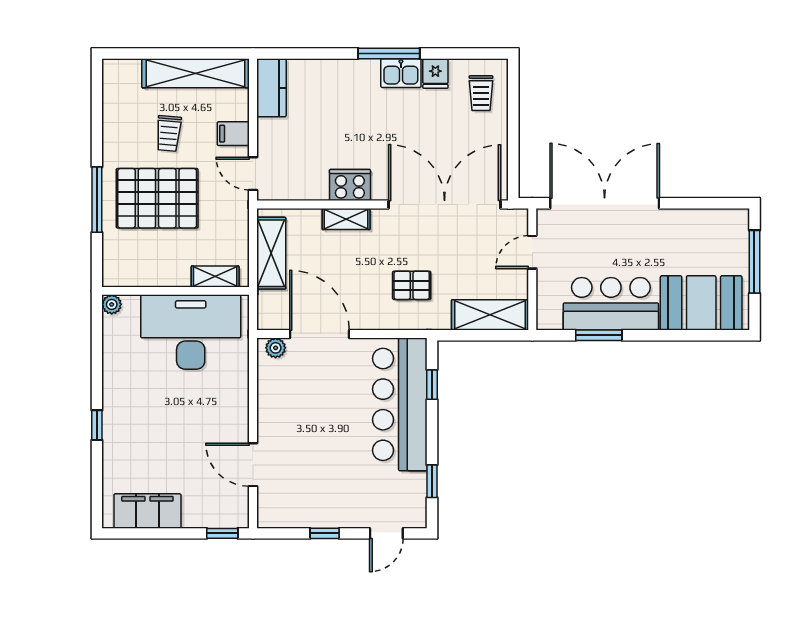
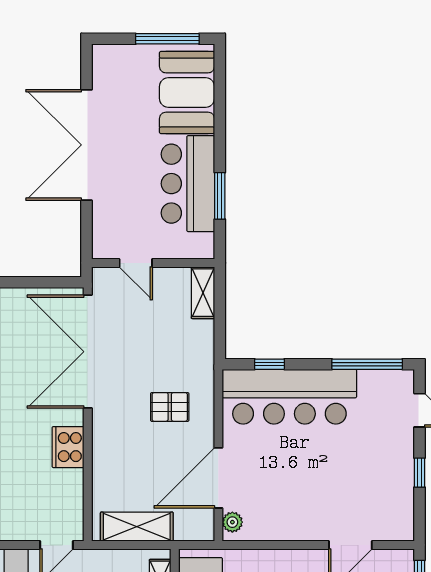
double door: (605, 203) -> (86, 145), moved
shelving: (346, 219) -> (102, 451), removed
window: (754, 262) -> (167, 39), moved
pallet: (412, 285) -> (170, 407), moved, turned 90
shelving: (490, 315) -> (203, 293), width x0.67, depth x0.75
window: (432, 481) -> (367, 364), width x2.17

